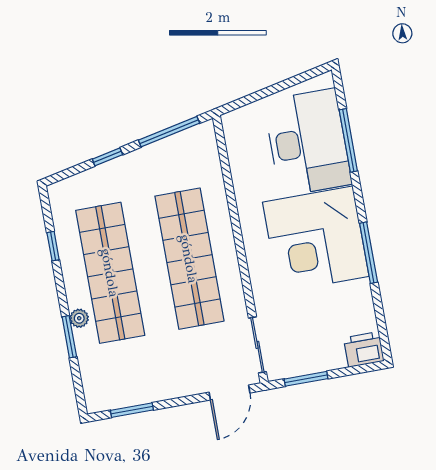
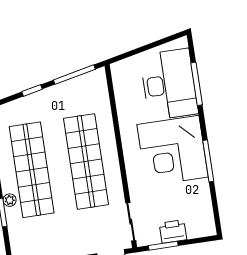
printer: (364, 349) -> (173, 231), moved

